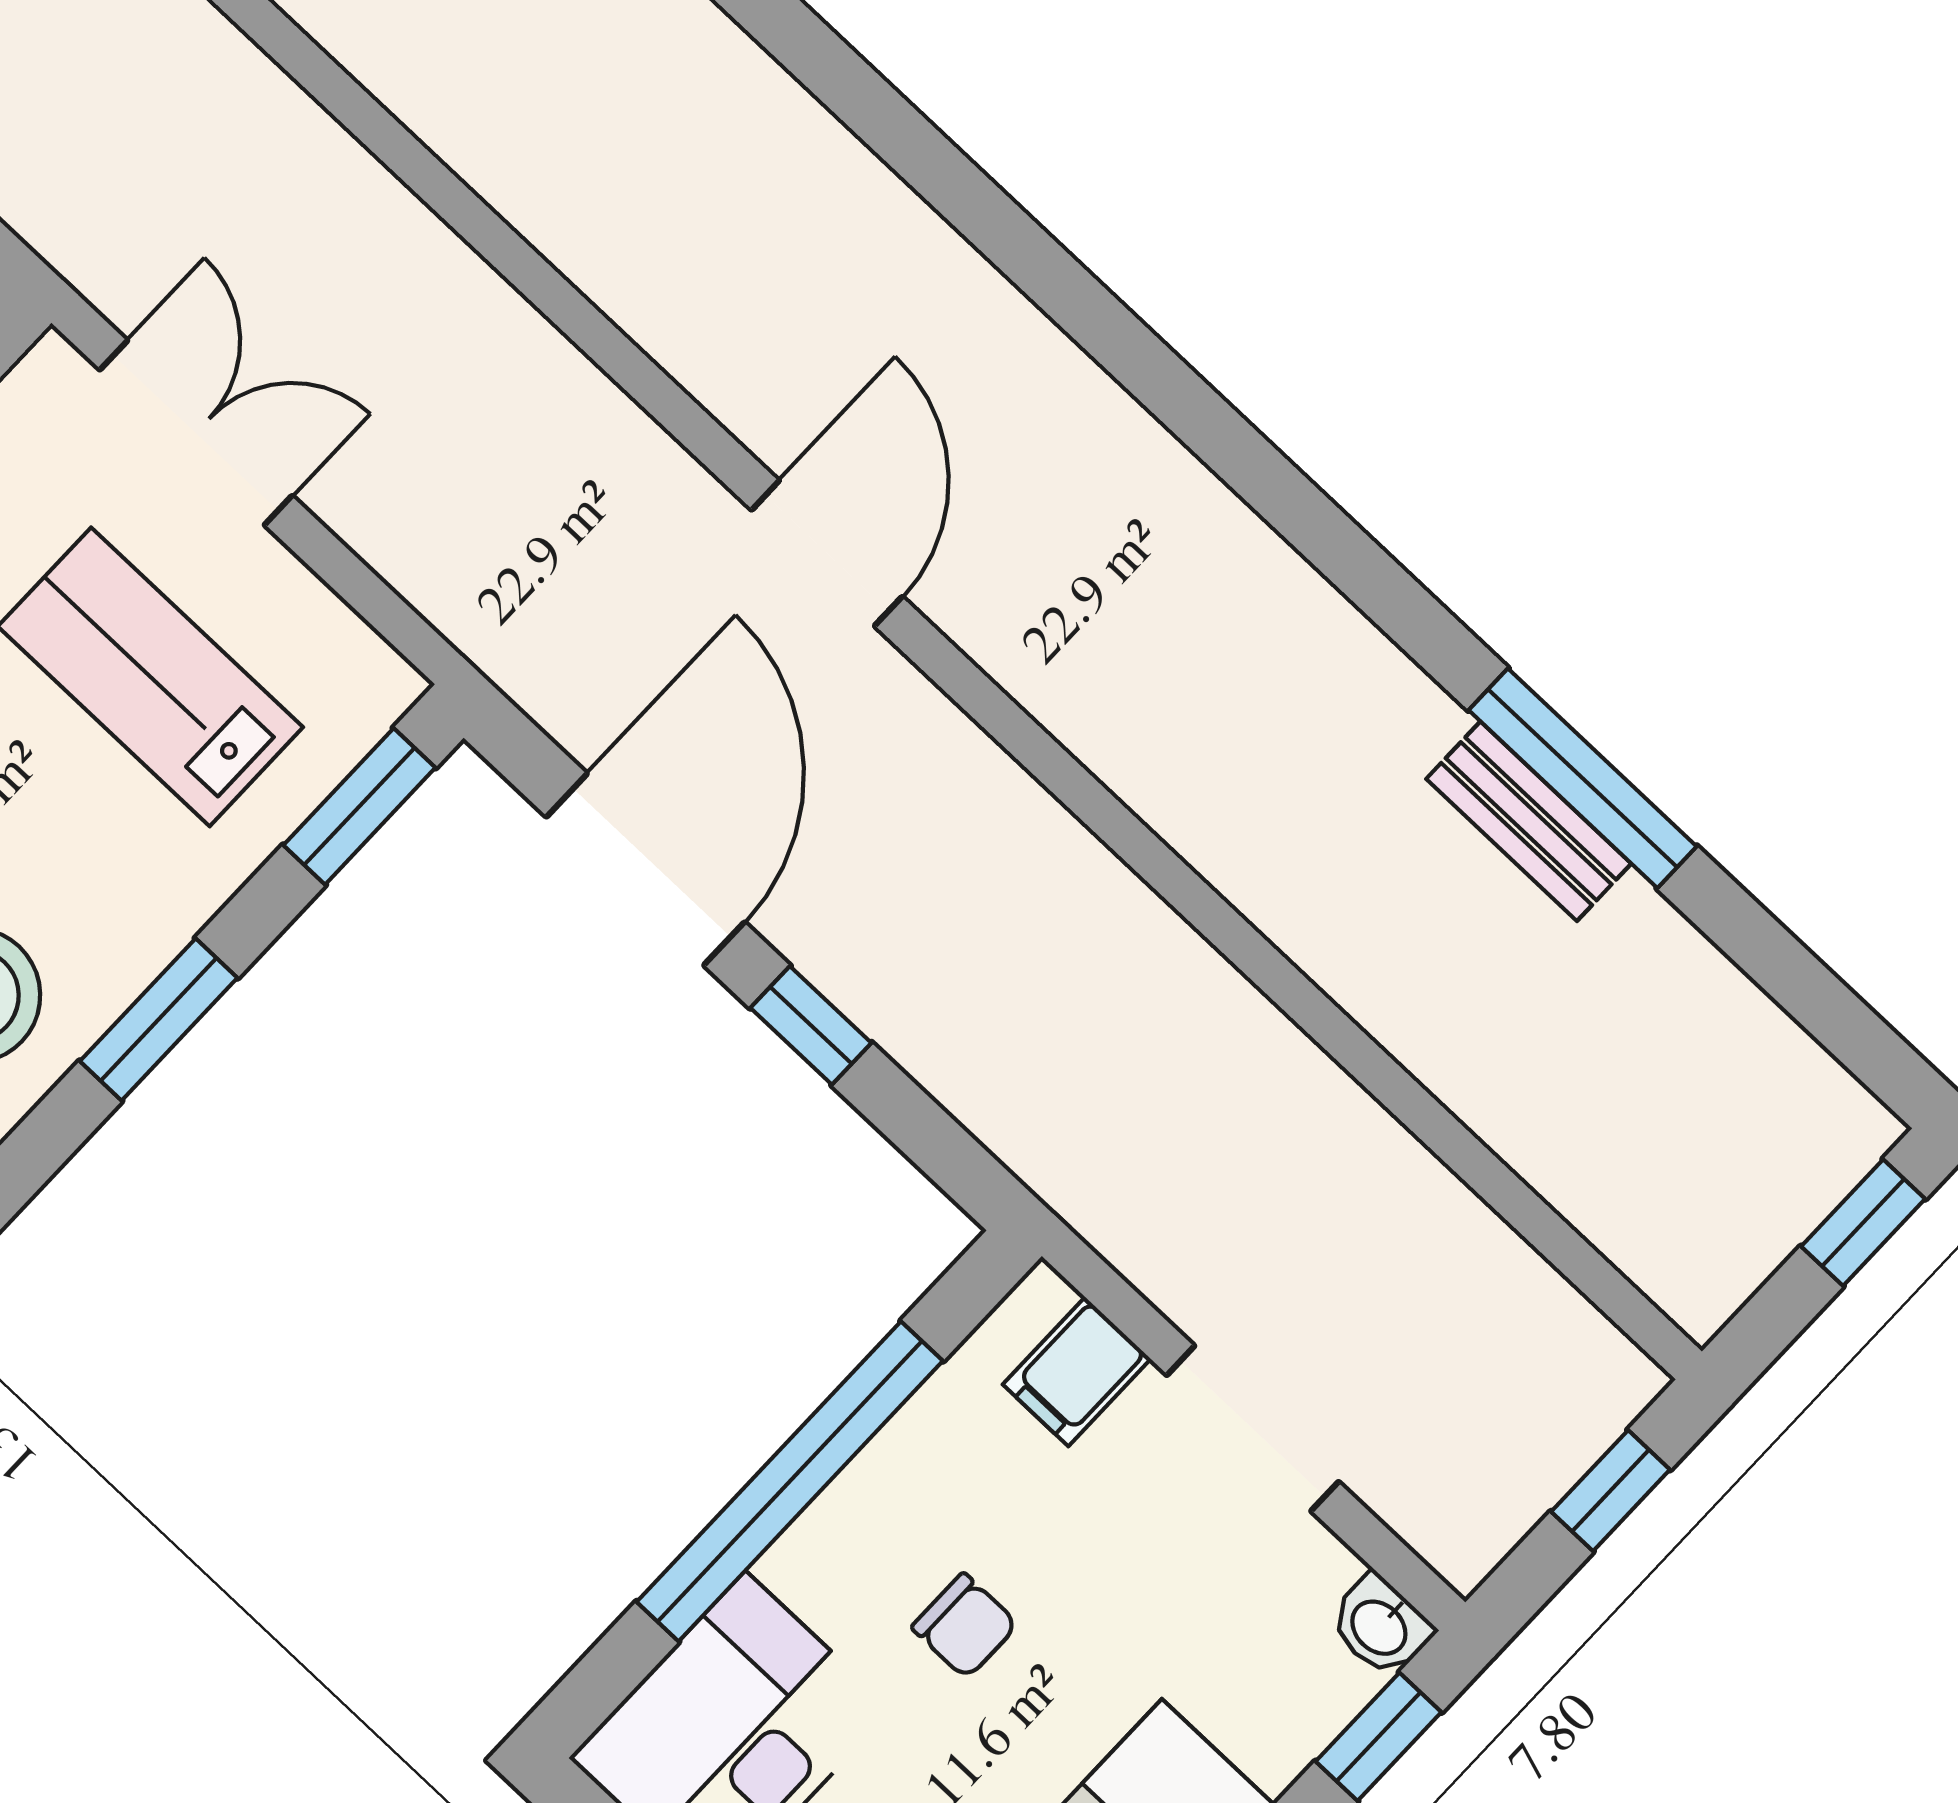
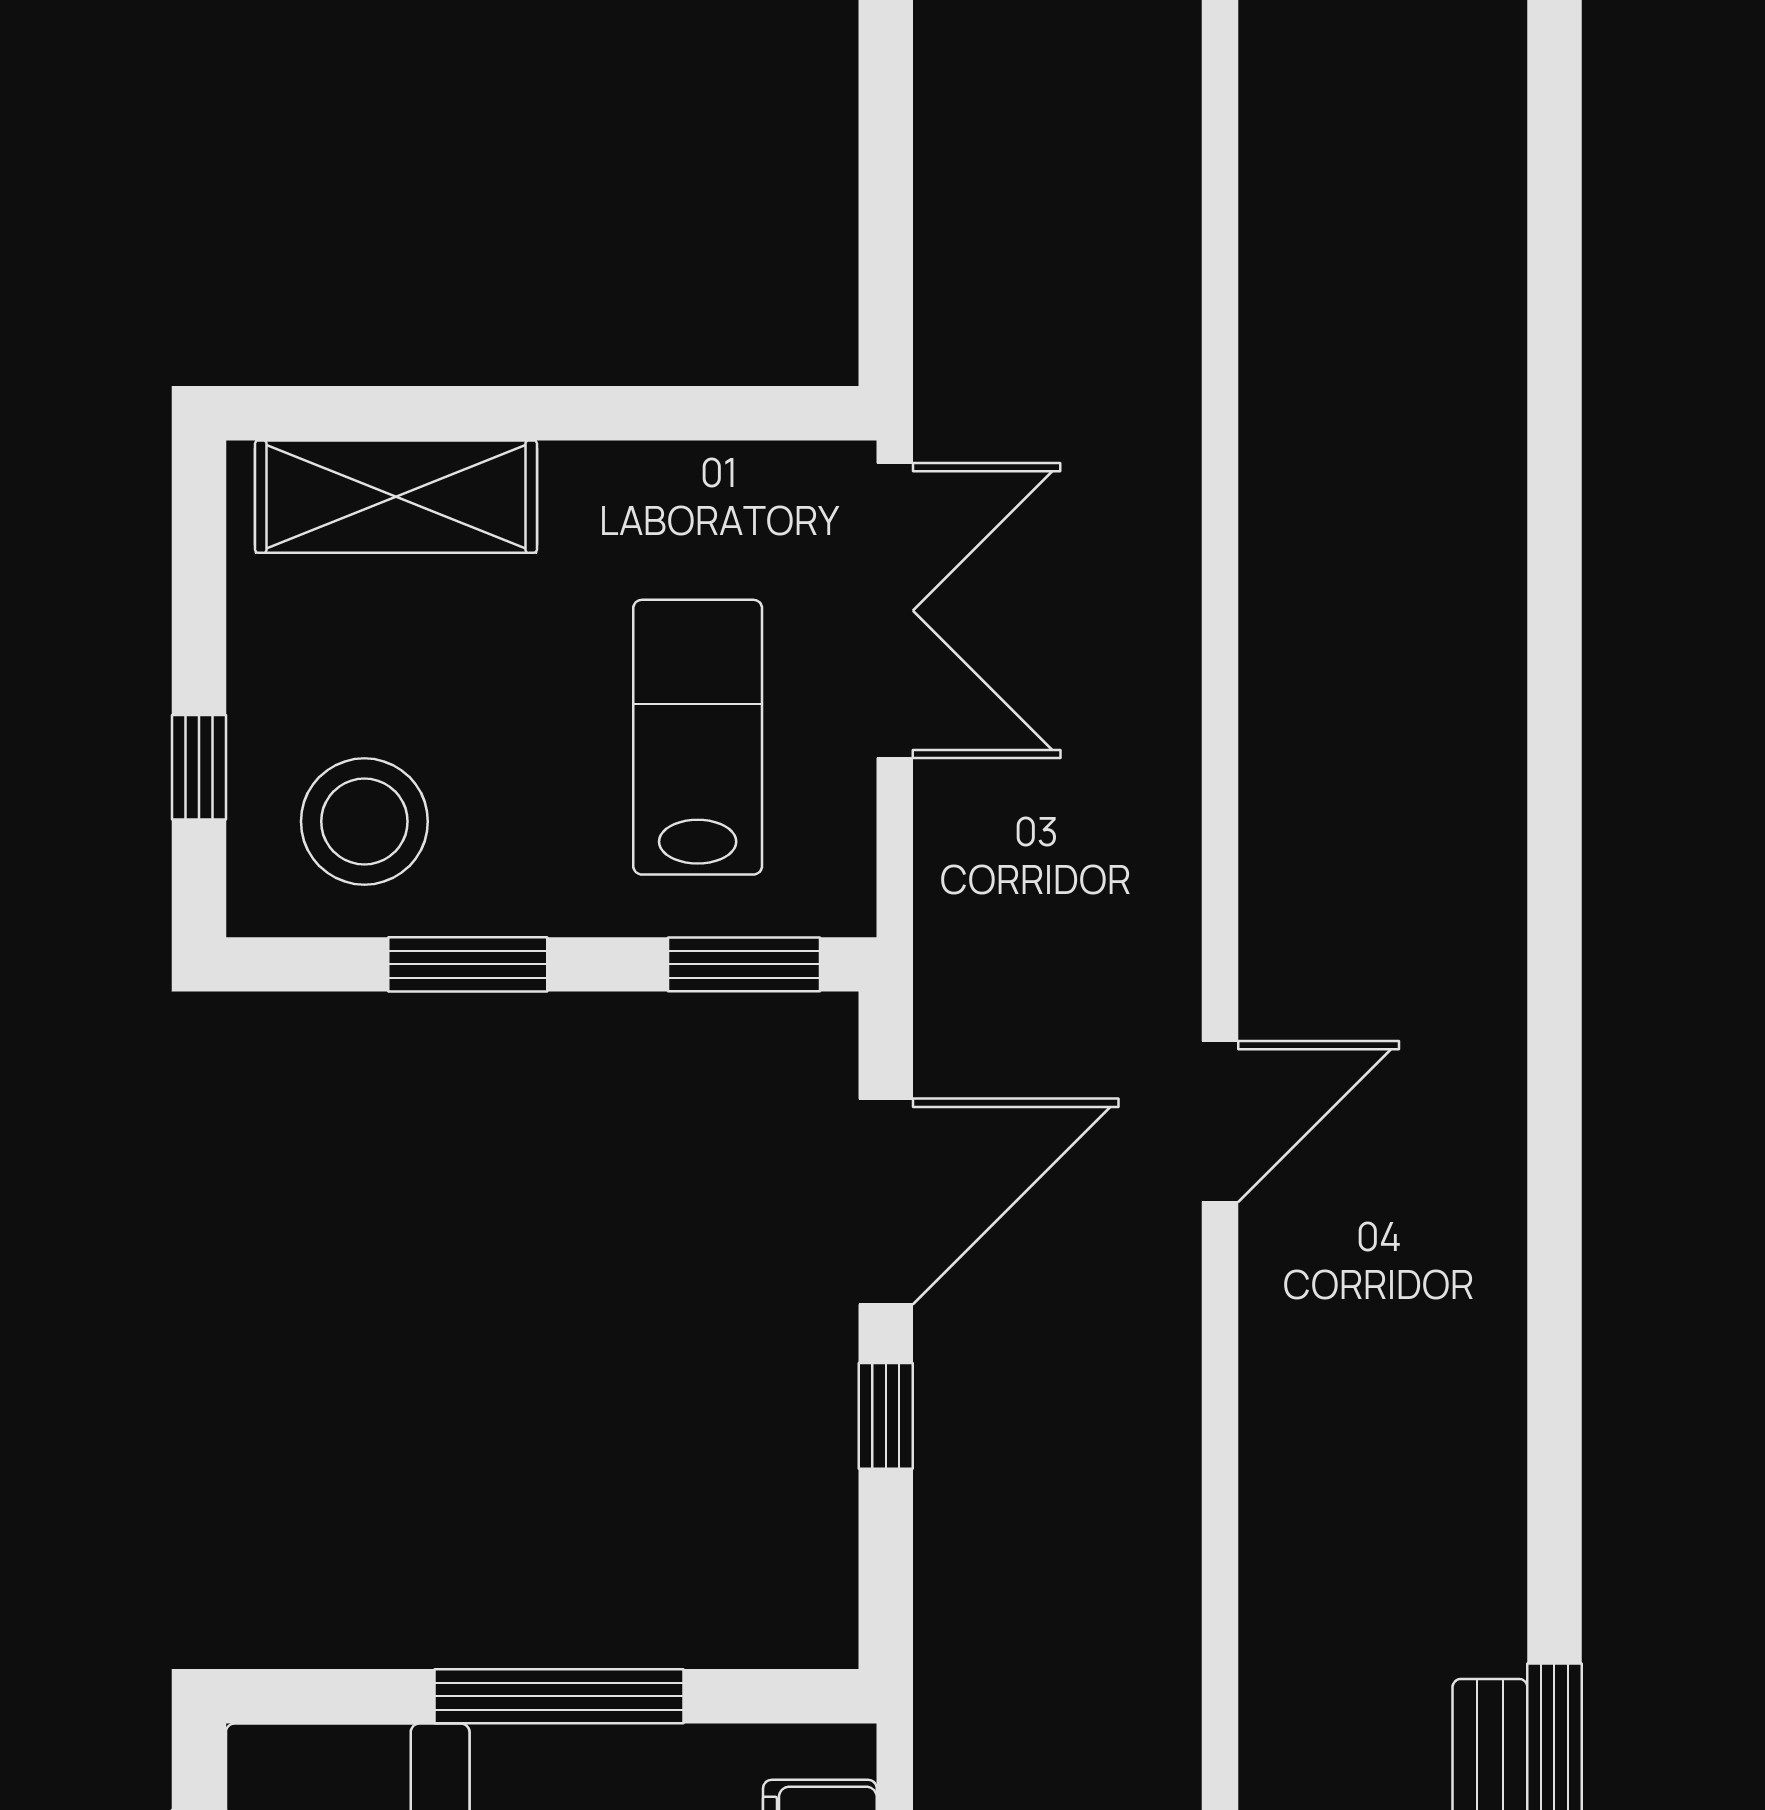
double door: (196, 433) -> (895, 611), width x1.37
window: (790, 1481) -> (559, 1696), width x0.68

